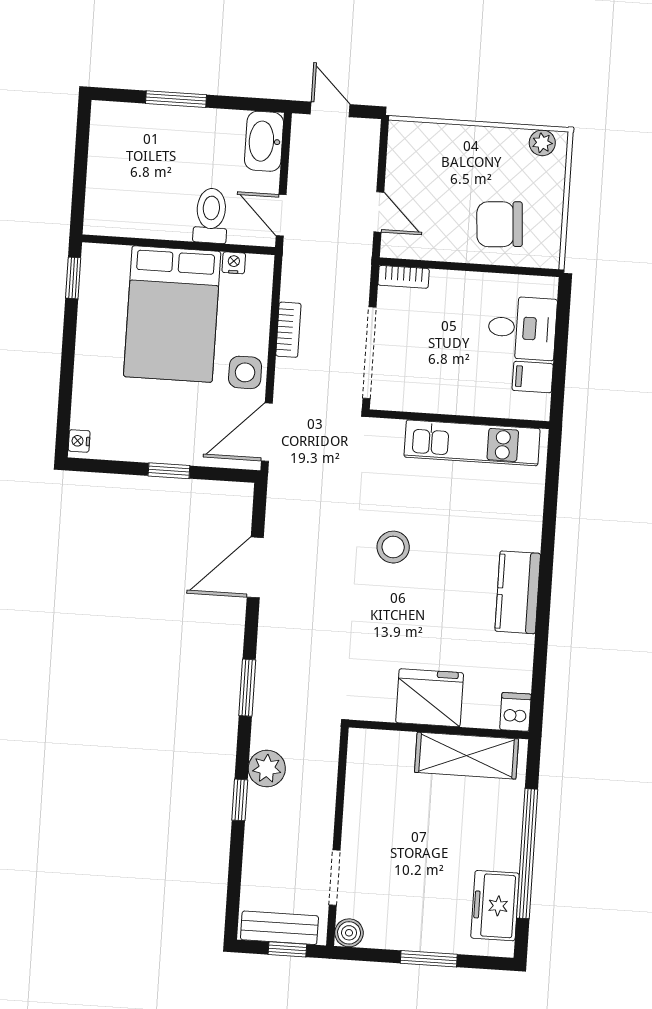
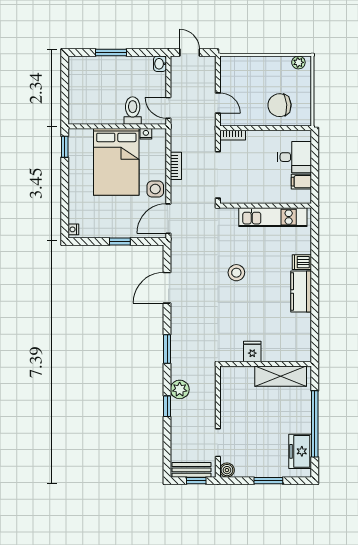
washbasin: (264, 141) -> (160, 64), width x0.52, depth x0.69
fridge: (430, 698) -> (252, 351), width x0.53, depth x0.75
dishwasher: (515, 712) -> (302, 262), moved, turned -90

